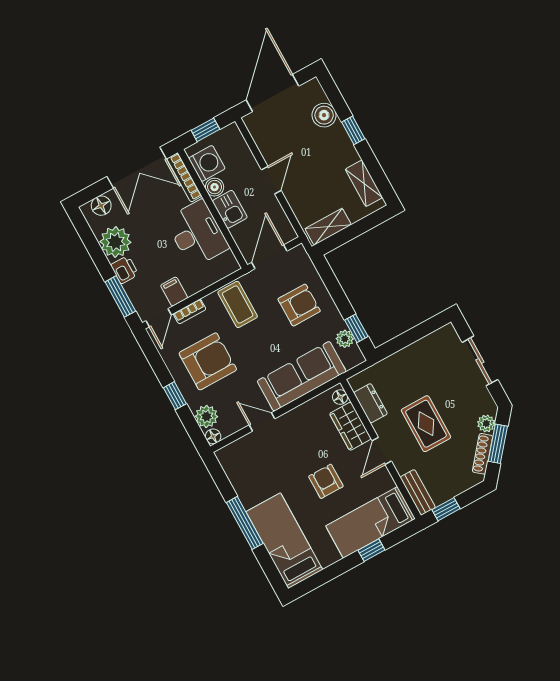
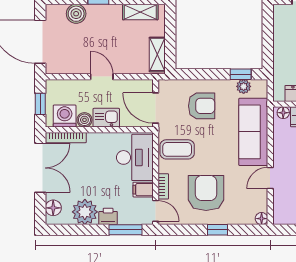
desk: (197, 234) -> (135, 157), moved, turned 90
armchair: (299, 305) -> (202, 106), turned 90
plant: (206, 416) -> (245, 215), removed

